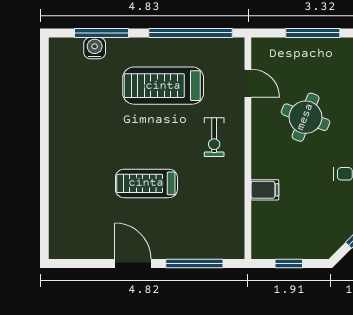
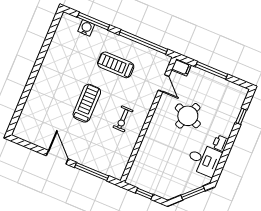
treadmill: (163, 86) -> (116, 65), width x0.73, depth x0.73
exercise bike: (214, 137) -> (123, 119), moved
treadmill: (146, 183) -> (87, 103), moved, turned 90
filing cabinet: (265, 190) -> (181, 67), moved

